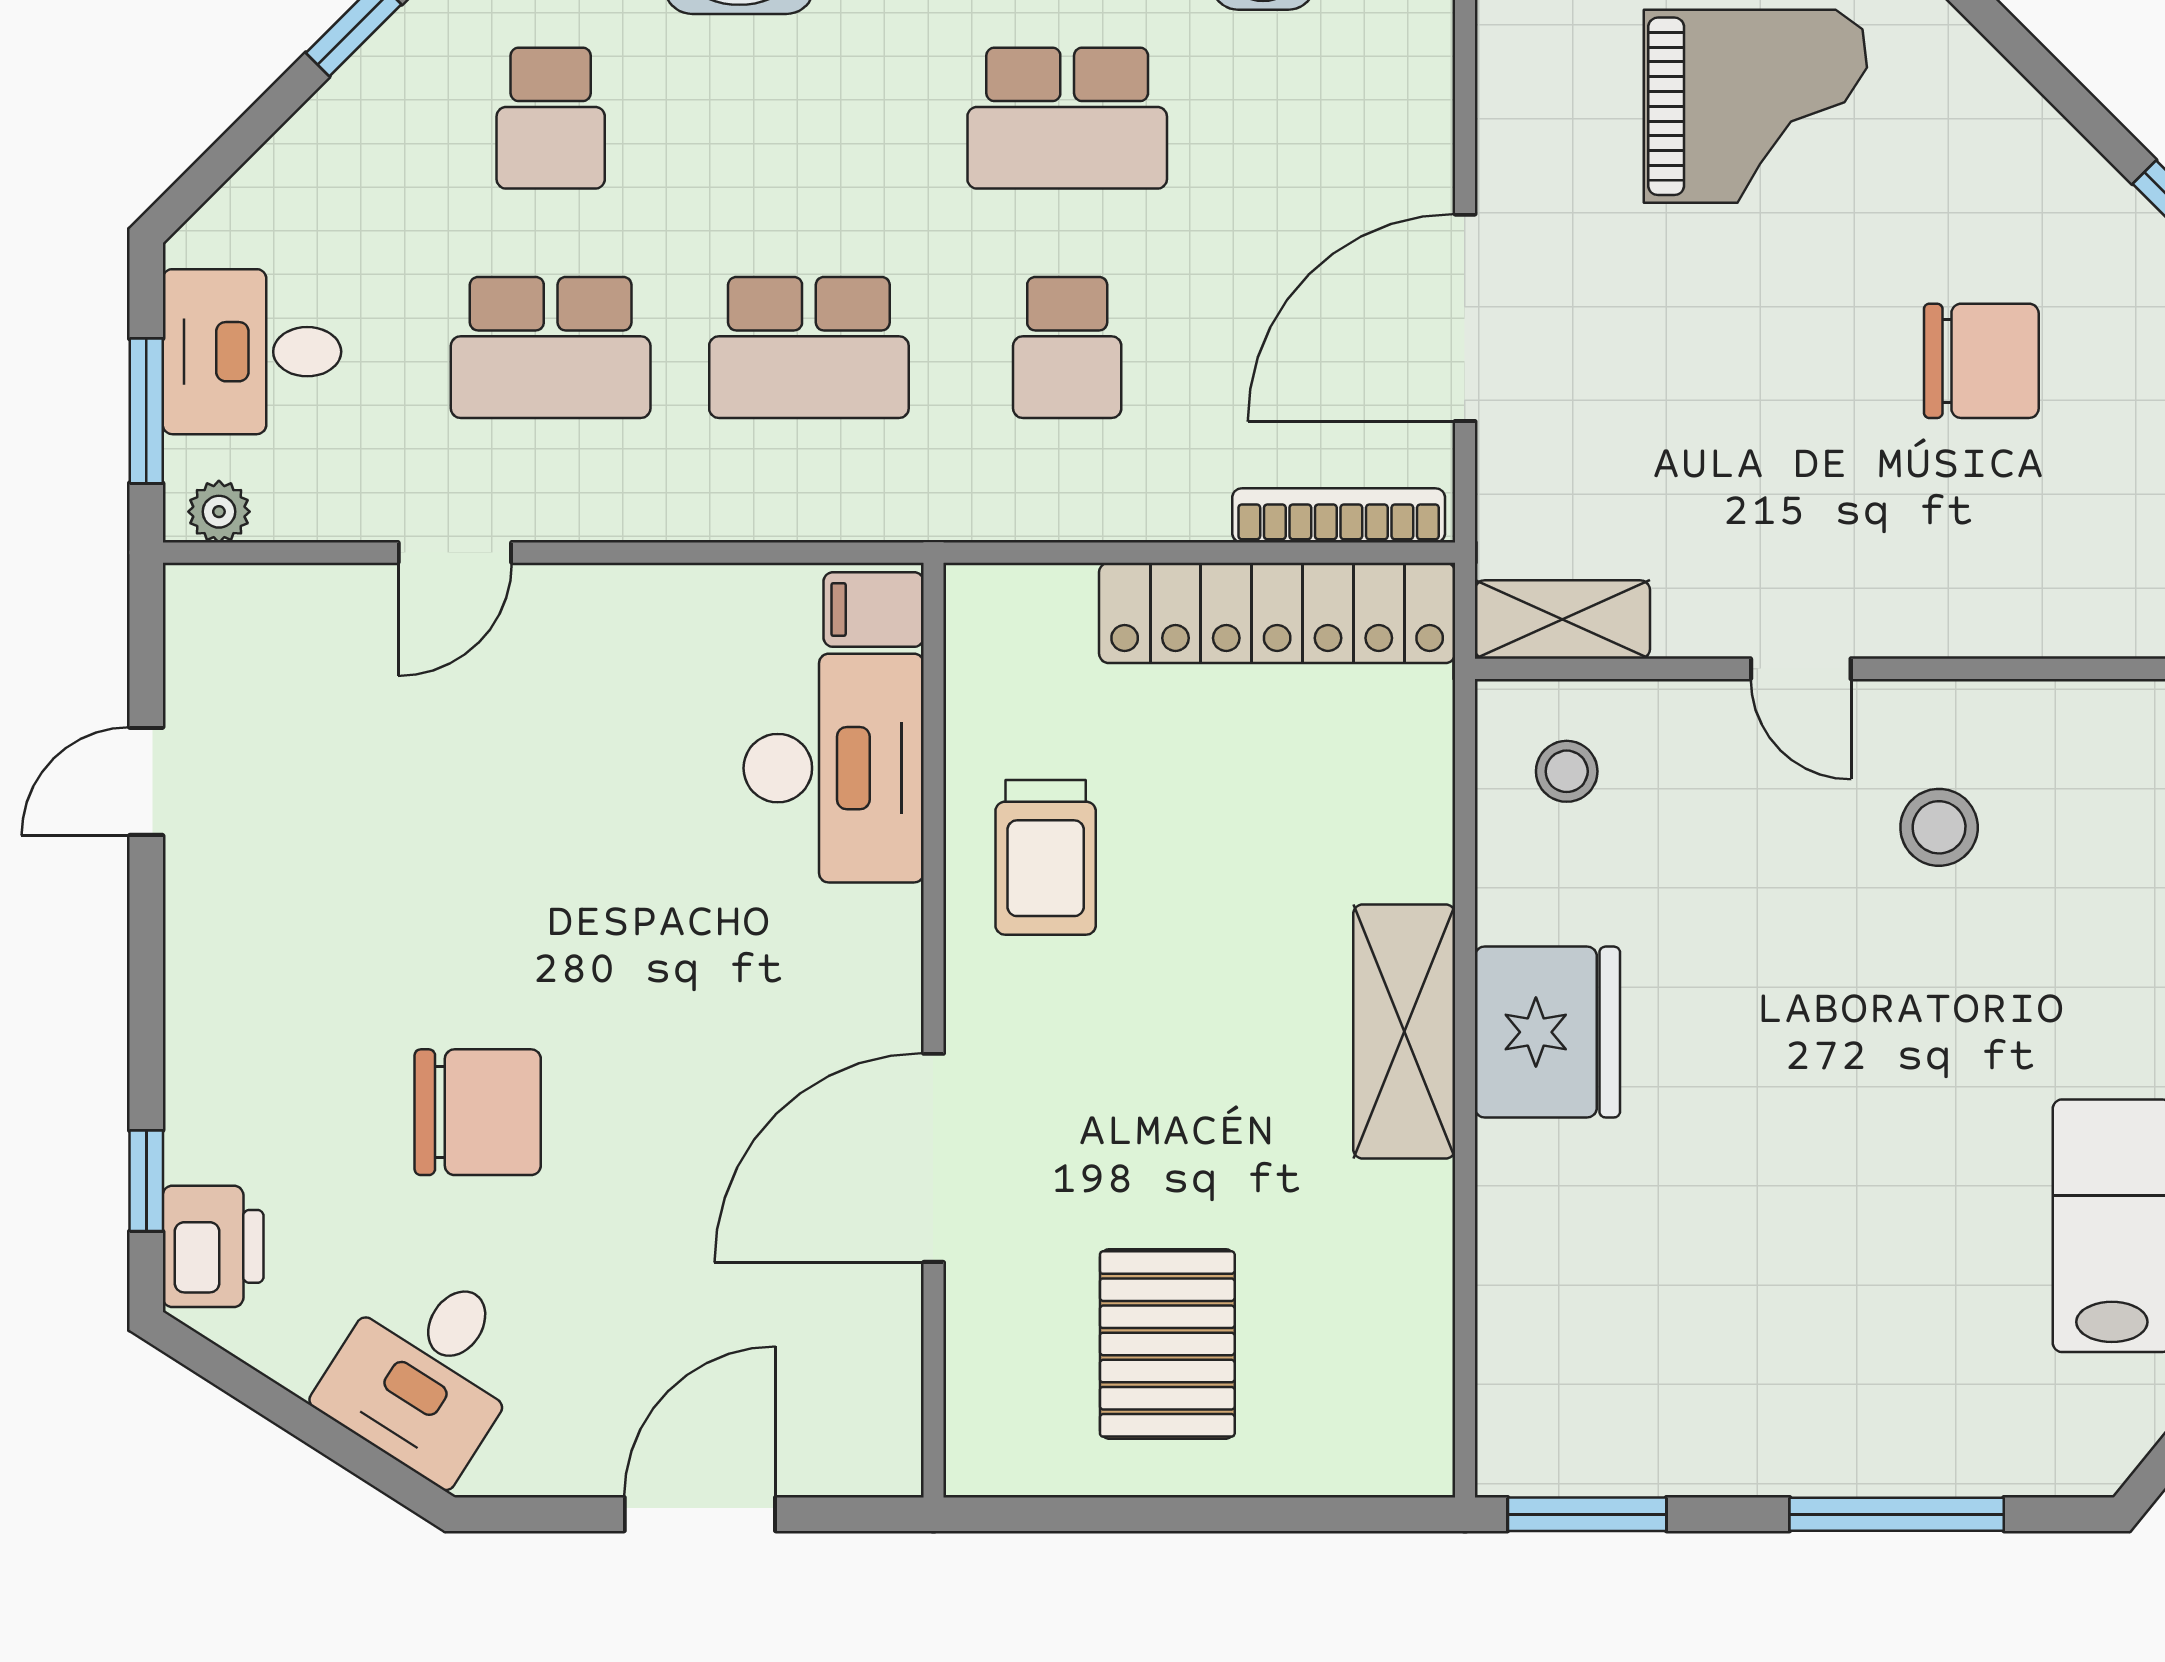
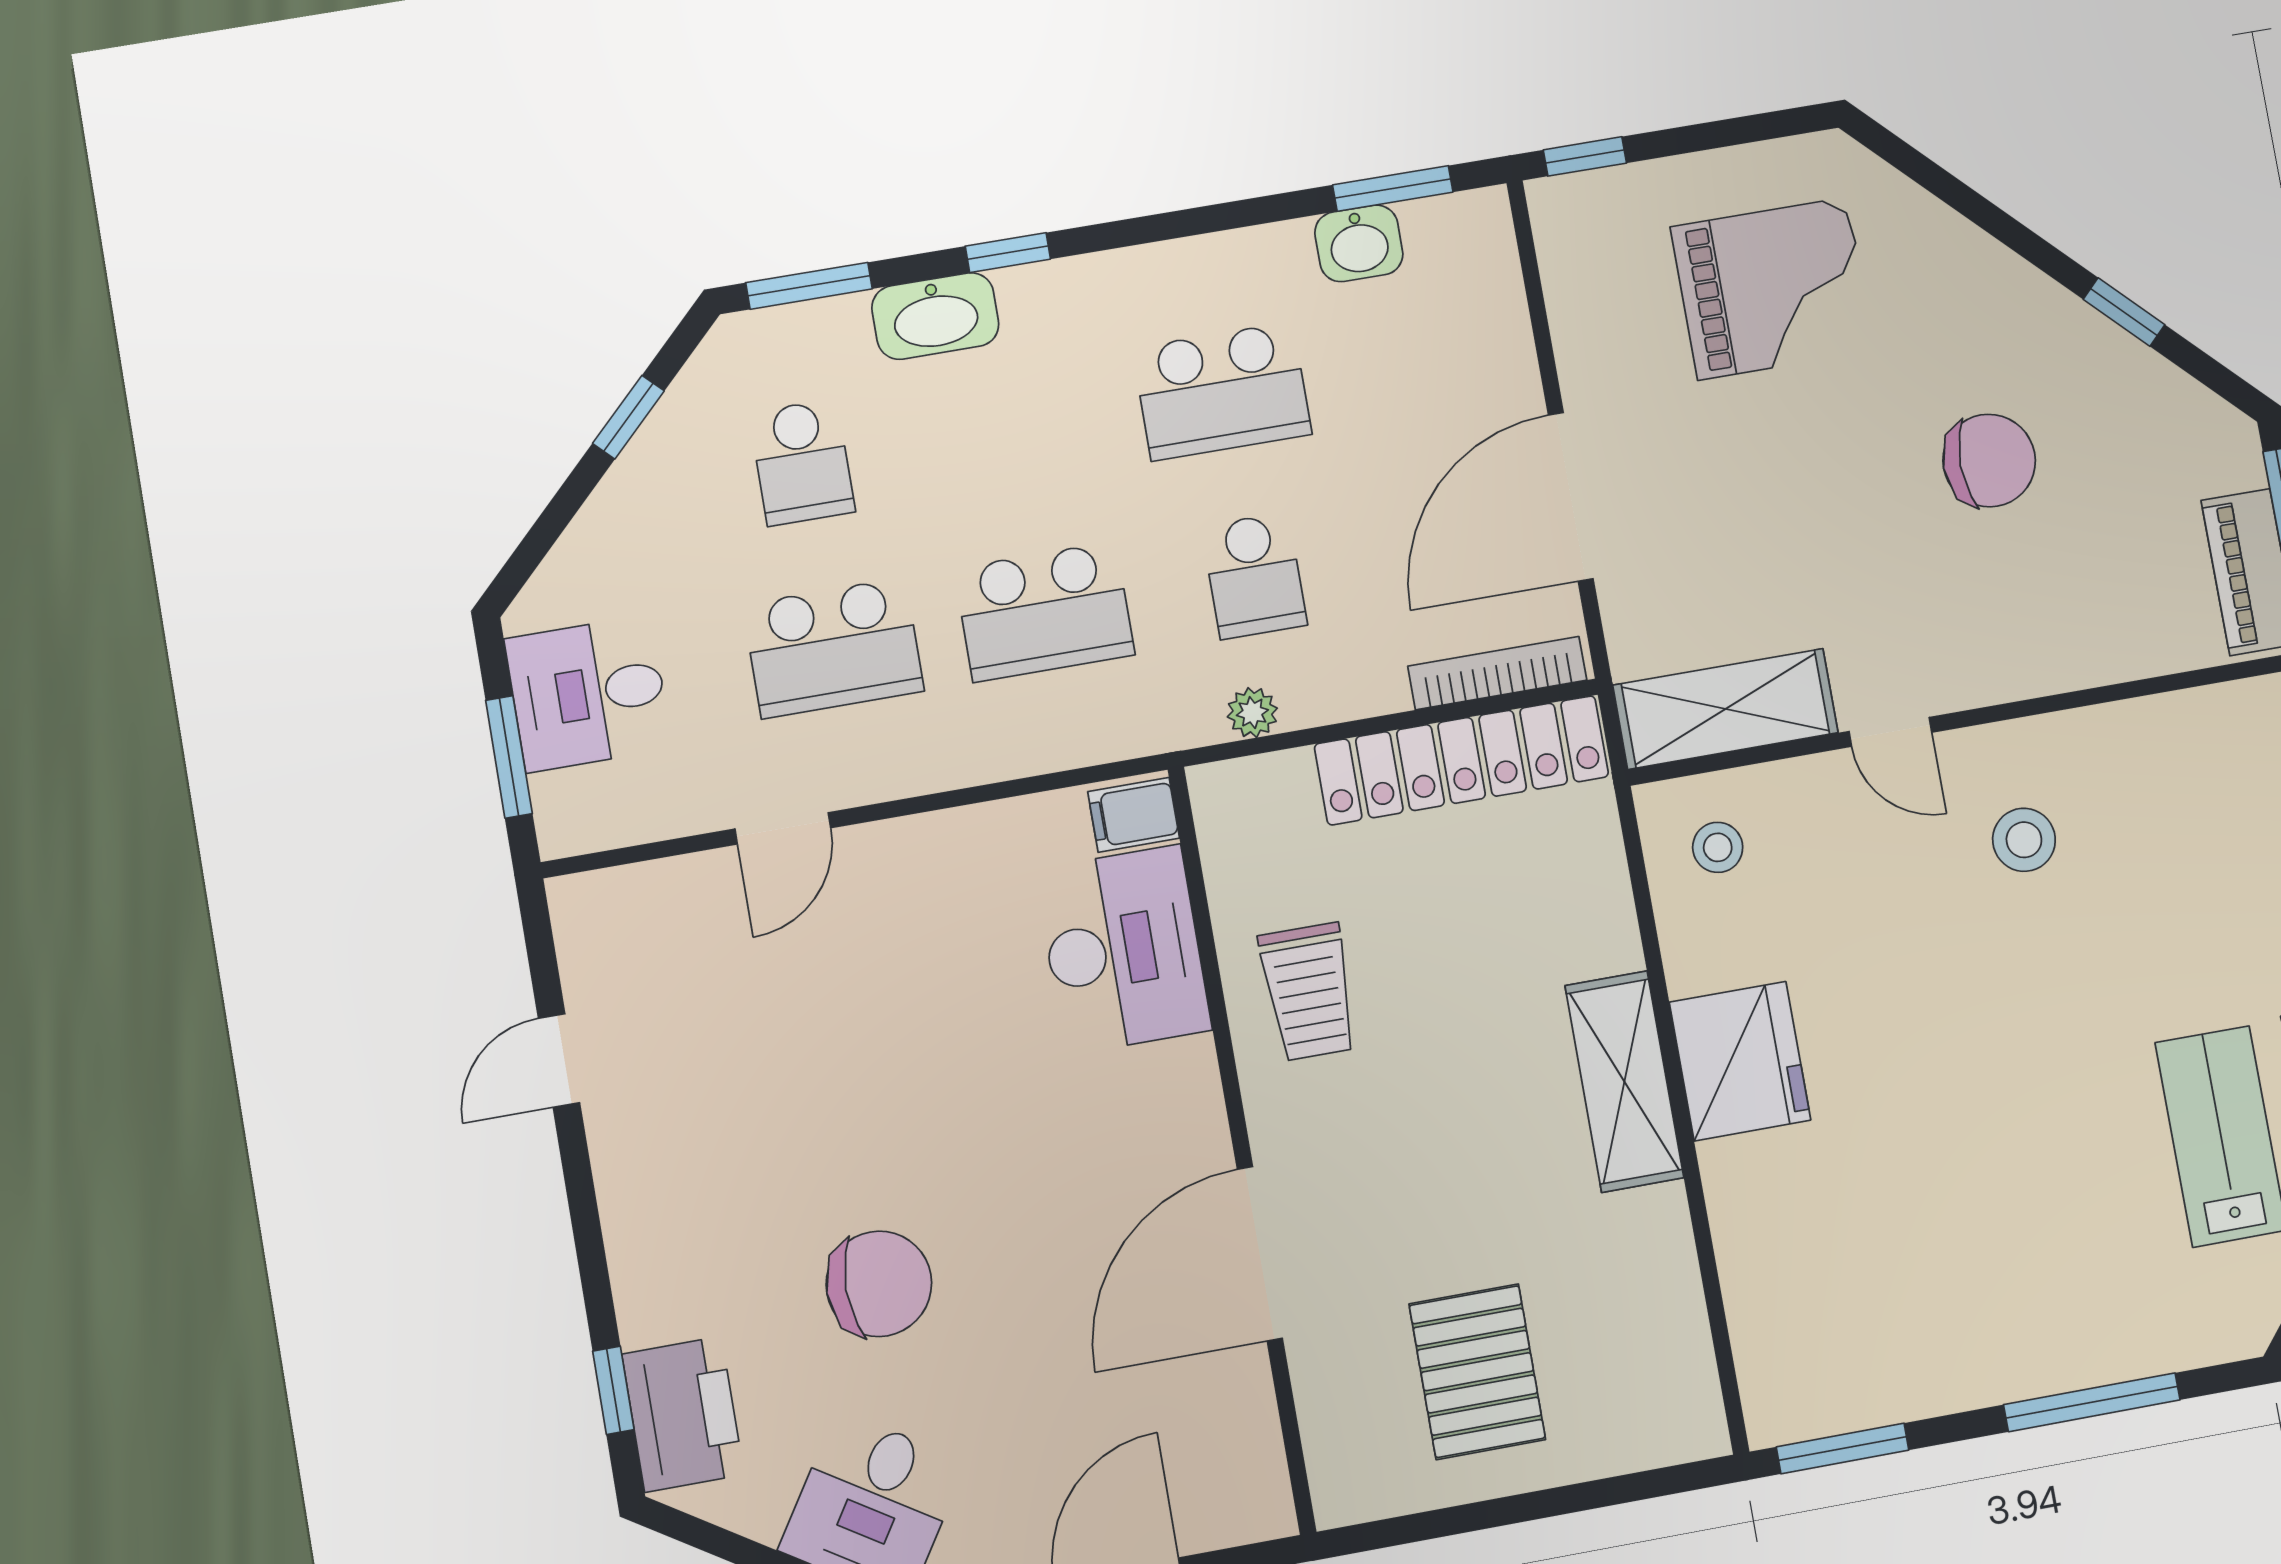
plant: (219, 512) -> (1252, 713), moved
shelving: (1562, 620) -> (1725, 709), width x1.50, depth x1.33
printer: (213, 1246) -> (683, 1414), width x1.37, depth x1.19

